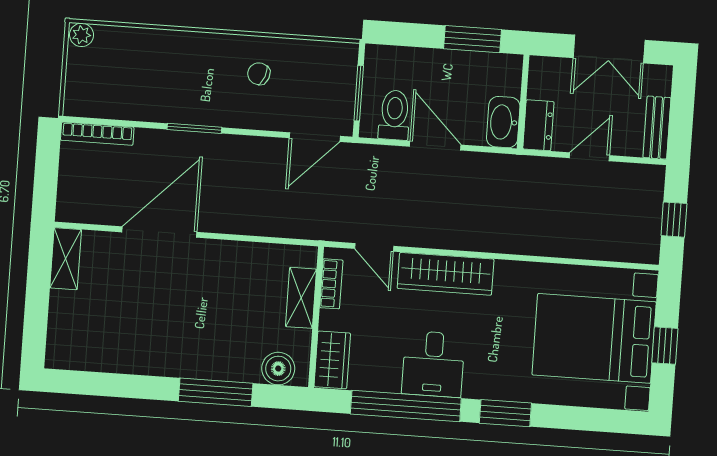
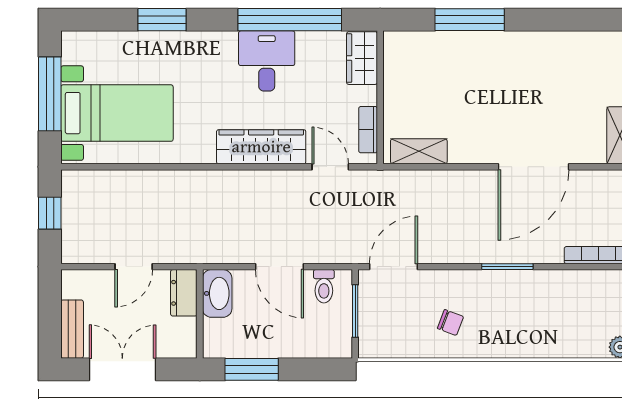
toilet: (394, 115) -> (324, 286), width x0.73, depth x0.72
bench: (657, 128) -> (72, 329), moved
shelving: (301, 298) -> (419, 151), moved, turned 90
bed with nightstands: (594, 338) -> (117, 113), width x0.73
window: (665, 346) -> (50, 94), width x2.17
boiler: (278, 369) -> (412, 46), removed
window: (505, 413) -> (162, 20), moved

